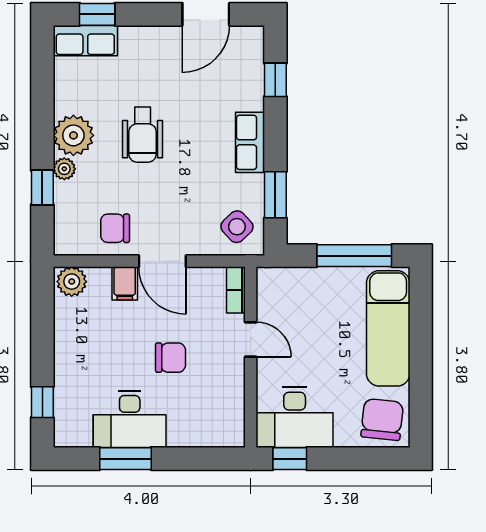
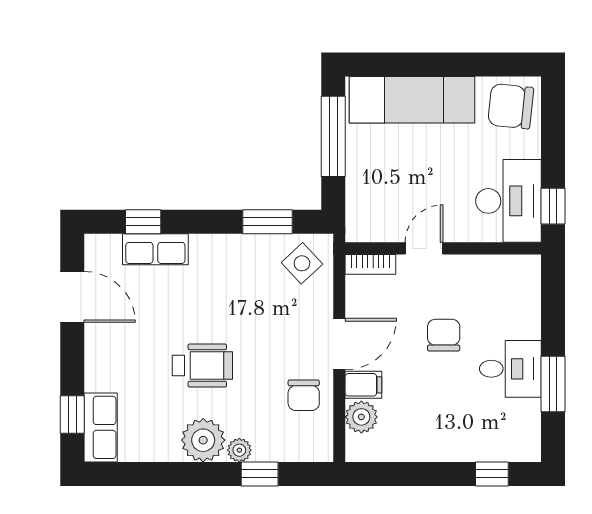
row of seats: (250, 142) -> (155, 249), moved
plant: (72, 282) -> (361, 417), moved
desk: (130, 419) -> (510, 369), width x0.73

